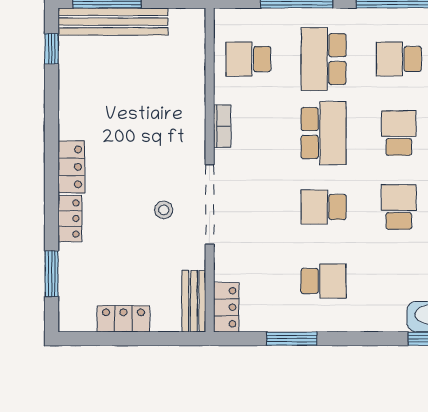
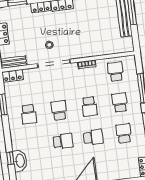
school desk: (324, 59) -> (120, 102), width x0.54
school desk: (324, 133) -> (89, 106), width x0.54

